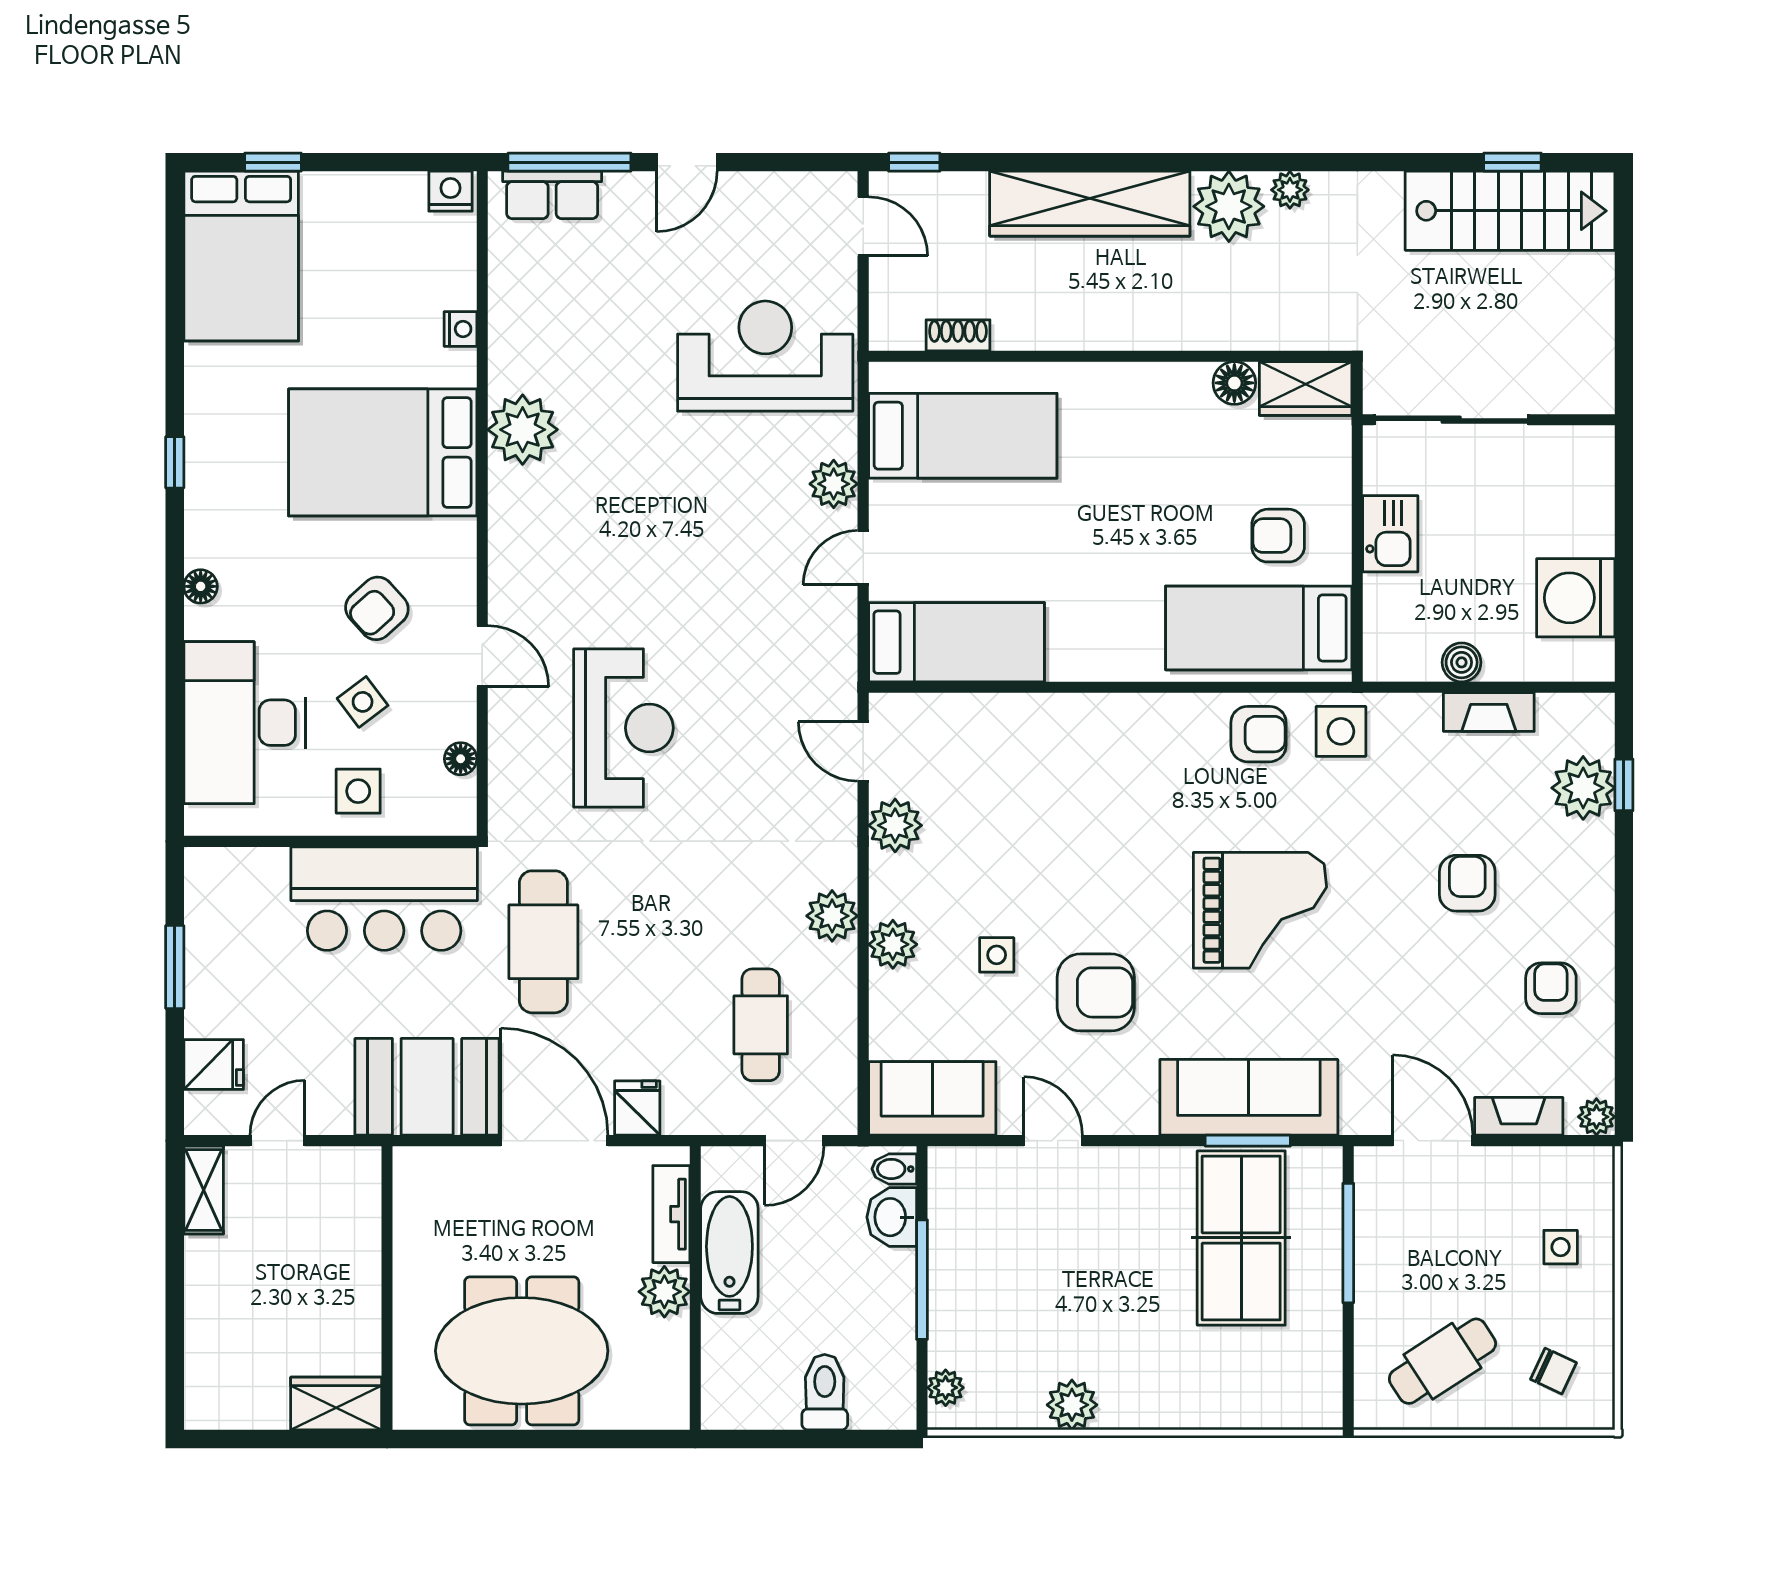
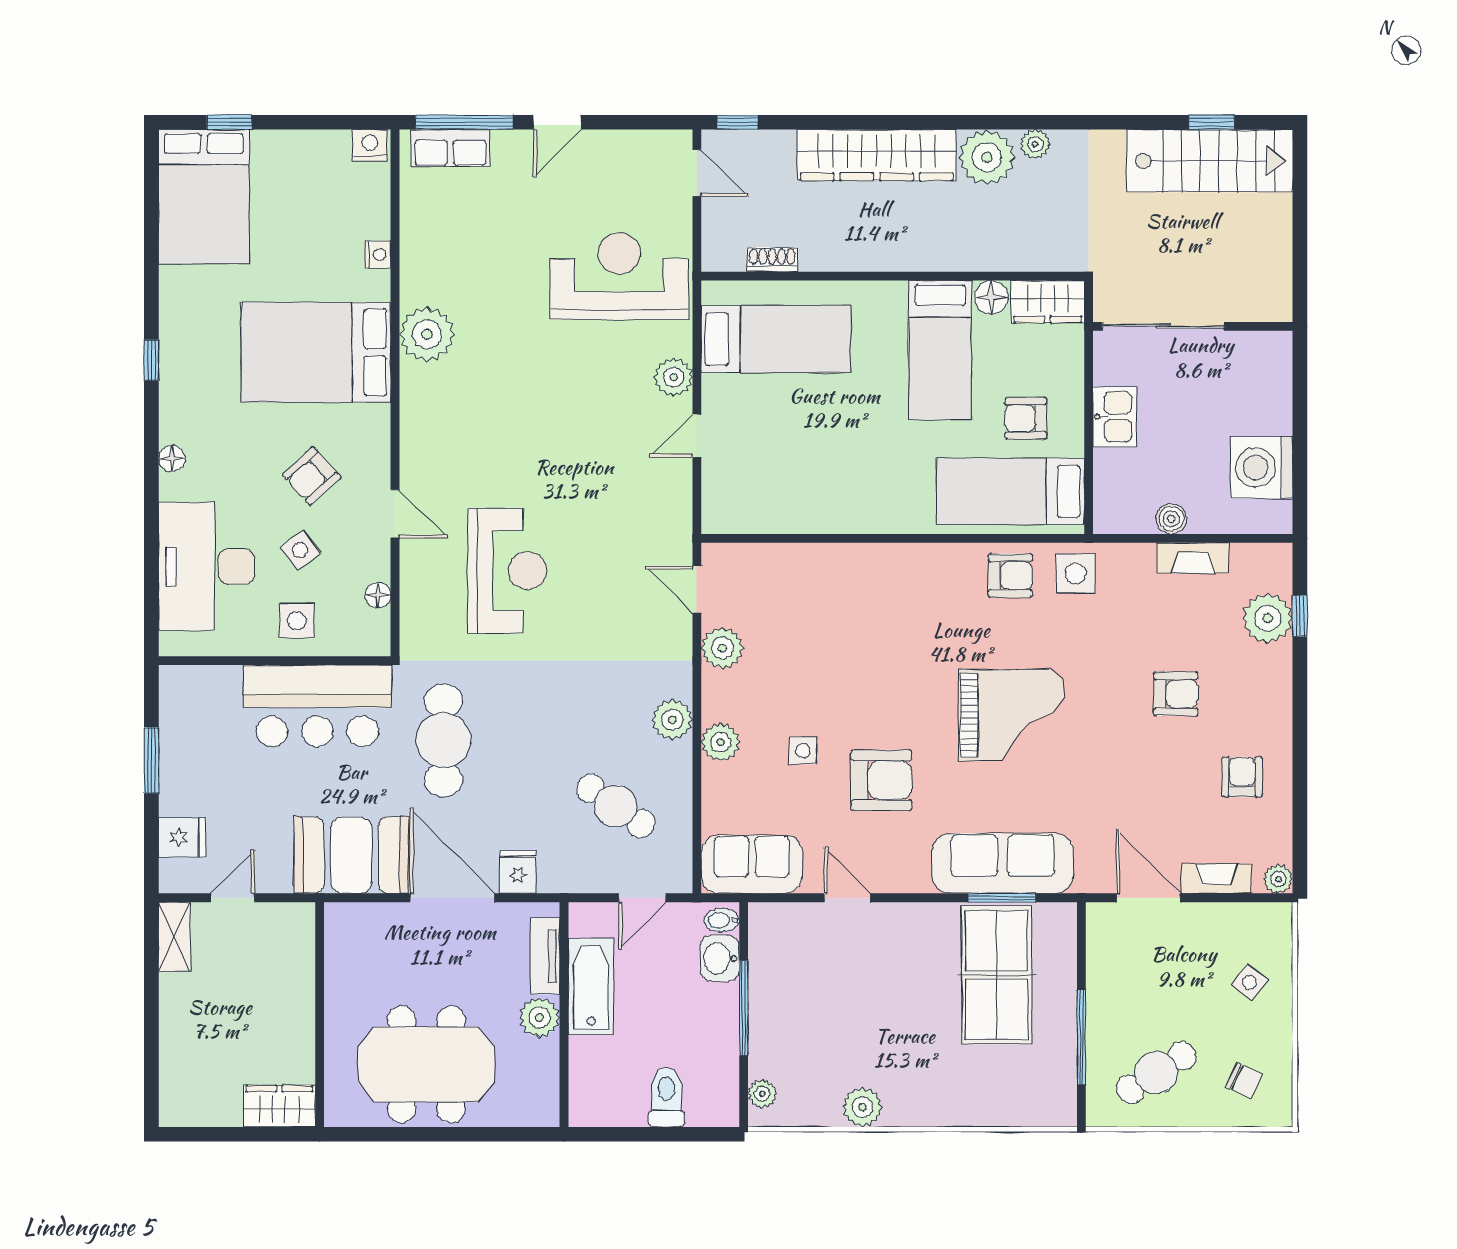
bed: (957, 642) -> (940, 350), moved, turned 90
armchair: (1467, 883) -> (1176, 694), turned 90
cafe table: (761, 1025) -> (616, 806), turned -55
window: (1348, 1243) -> (1081, 1037), moved
side table: (1561, 1247) -> (1250, 982), turned 37

